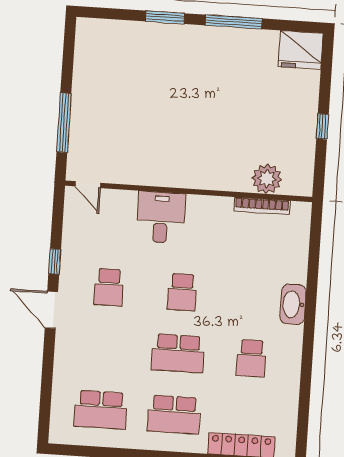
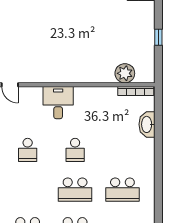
bookcase: (262, 206) -> (136, 91), moved
washbasin: (293, 304) -> (147, 124), moved
school desk: (251, 358) -> (122, 190), width x1.85

